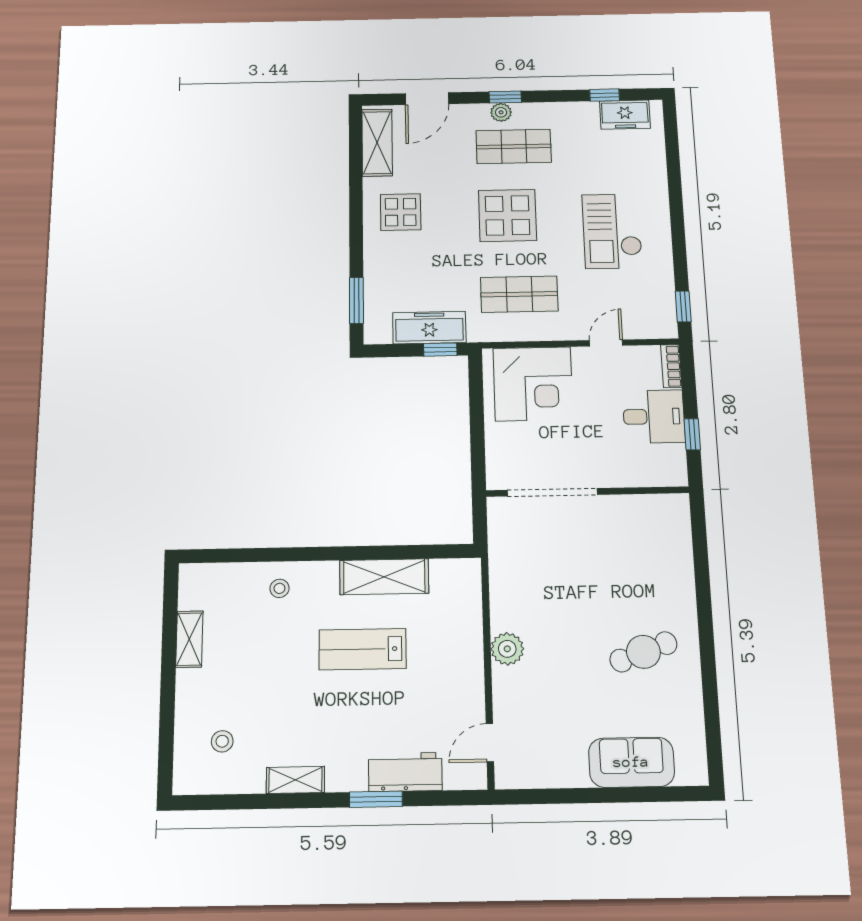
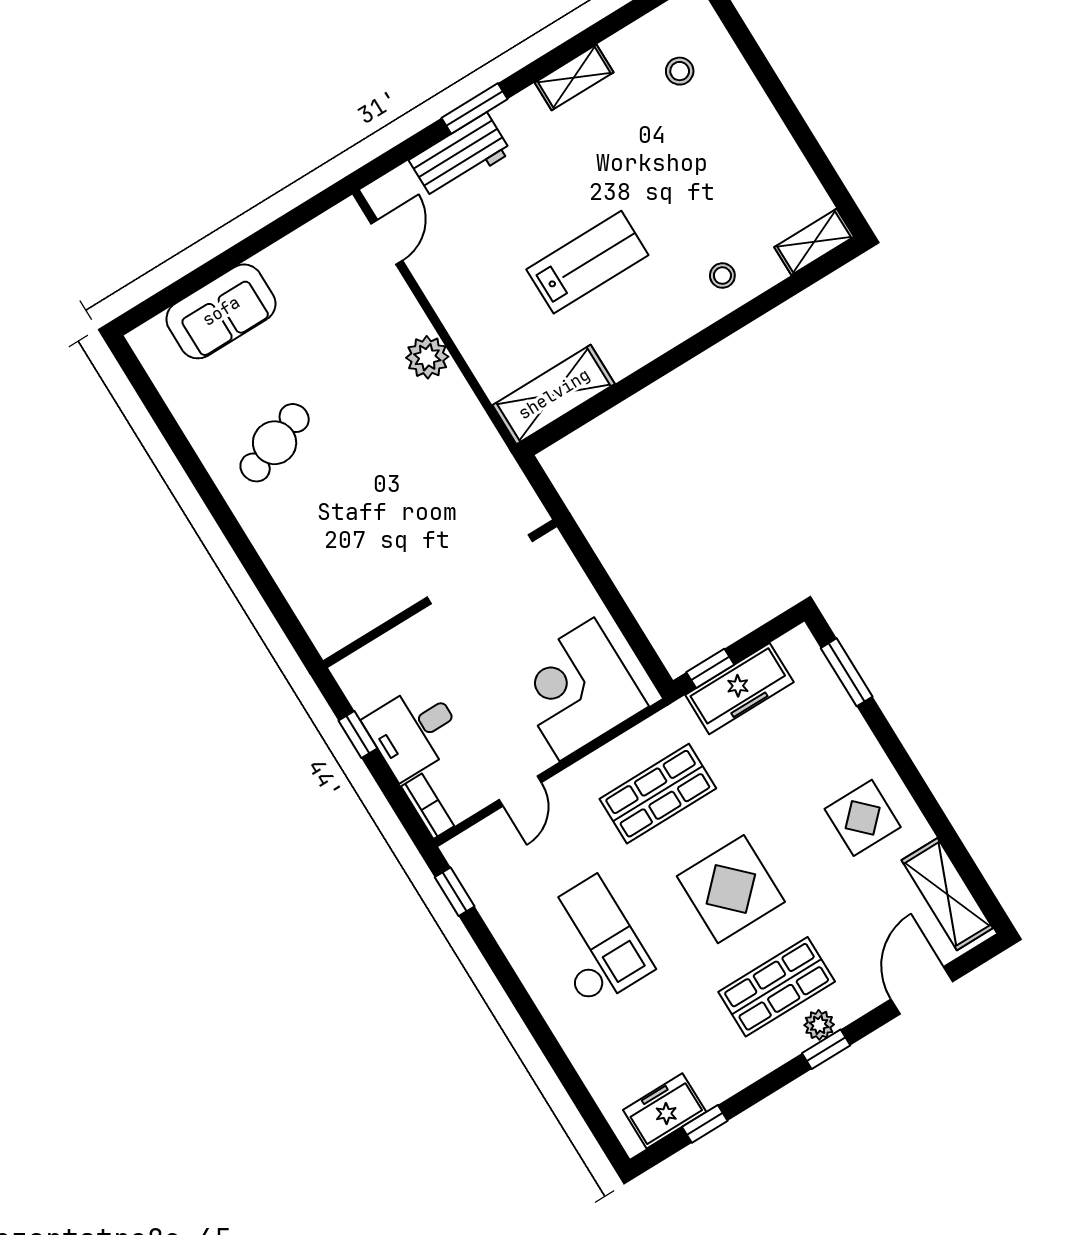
shelving: (384, 577) -> (554, 394), moved
shelving: (189, 639) -> (814, 242), moved, turned 90

